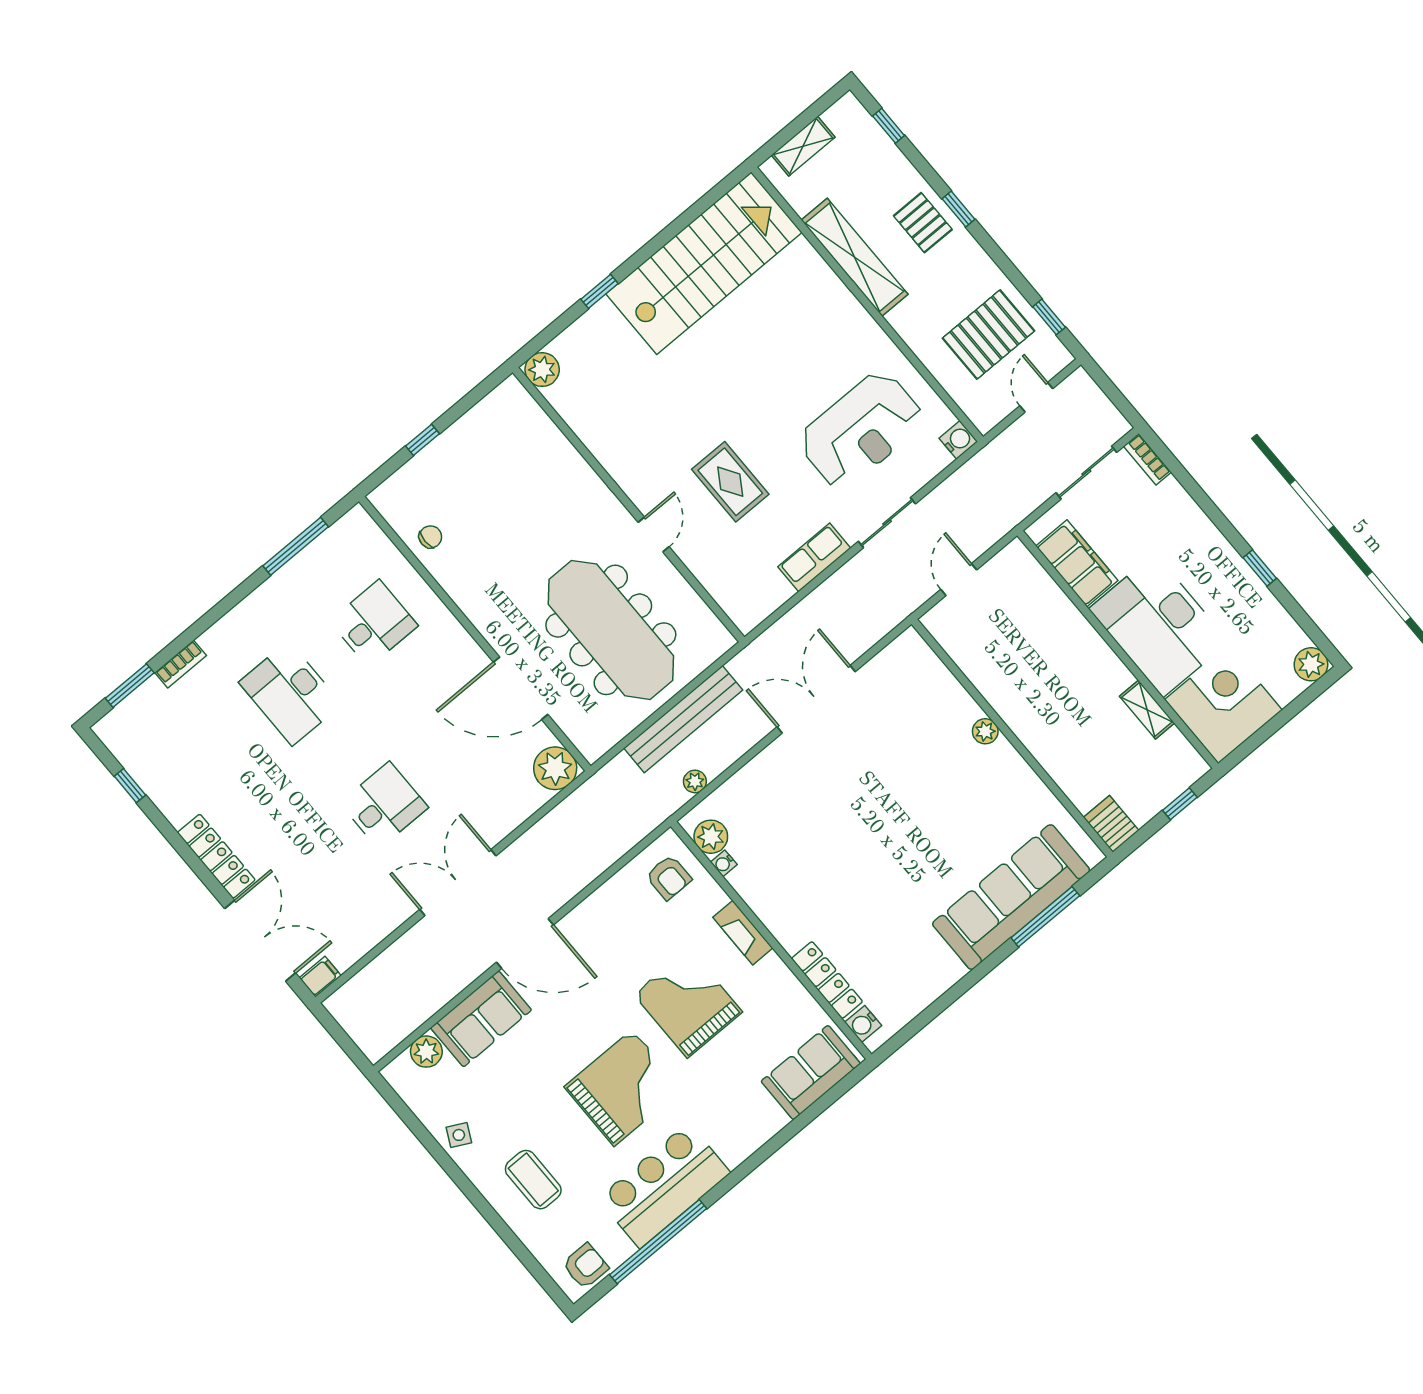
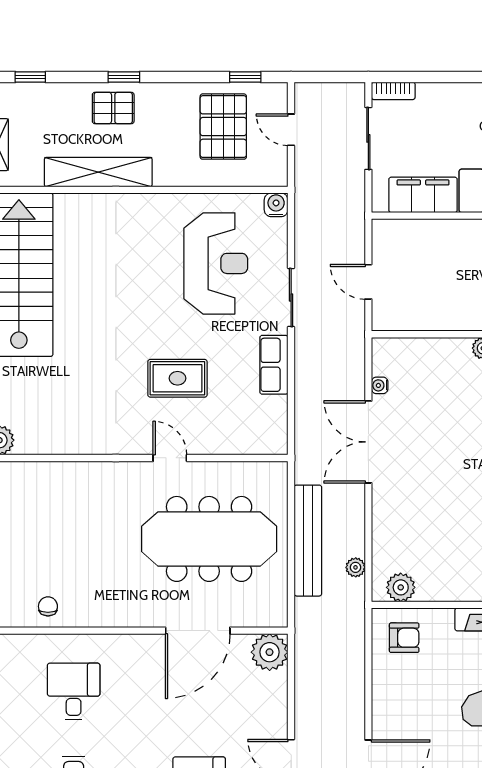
water cooler: (724, 863) -> (380, 385), moved, turned 90

